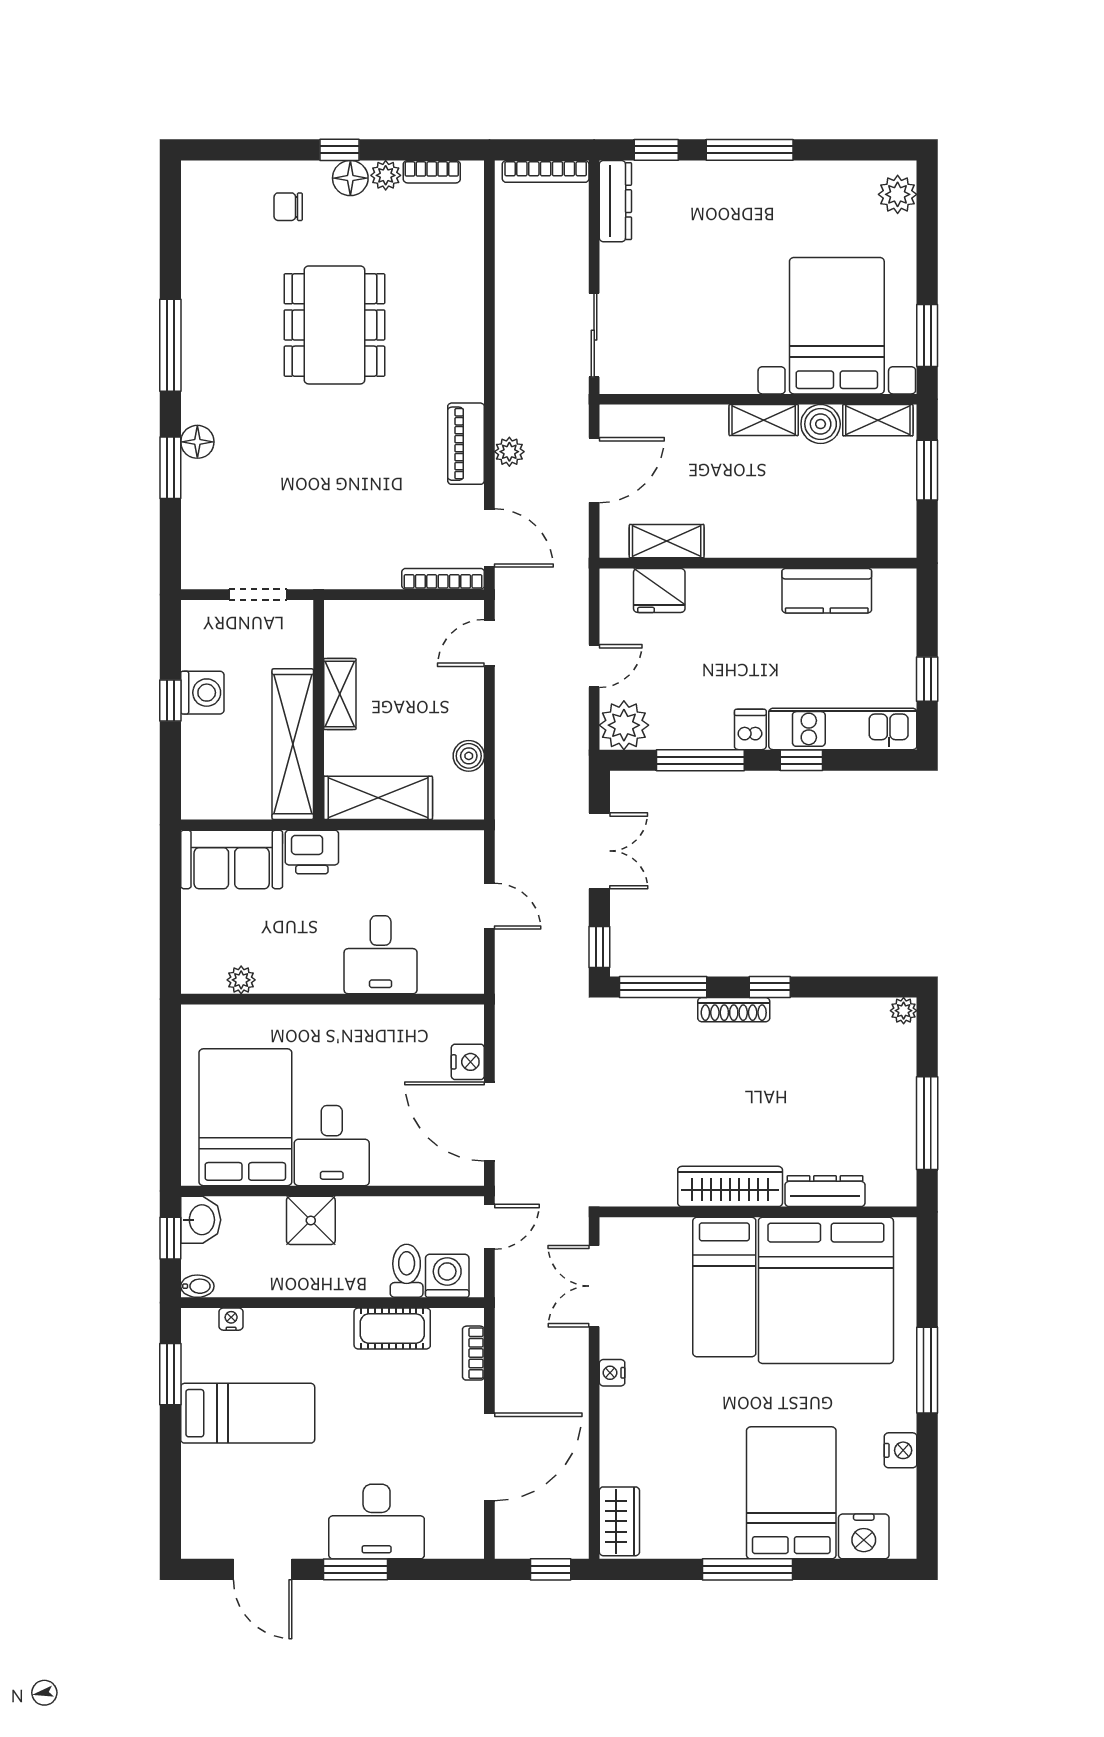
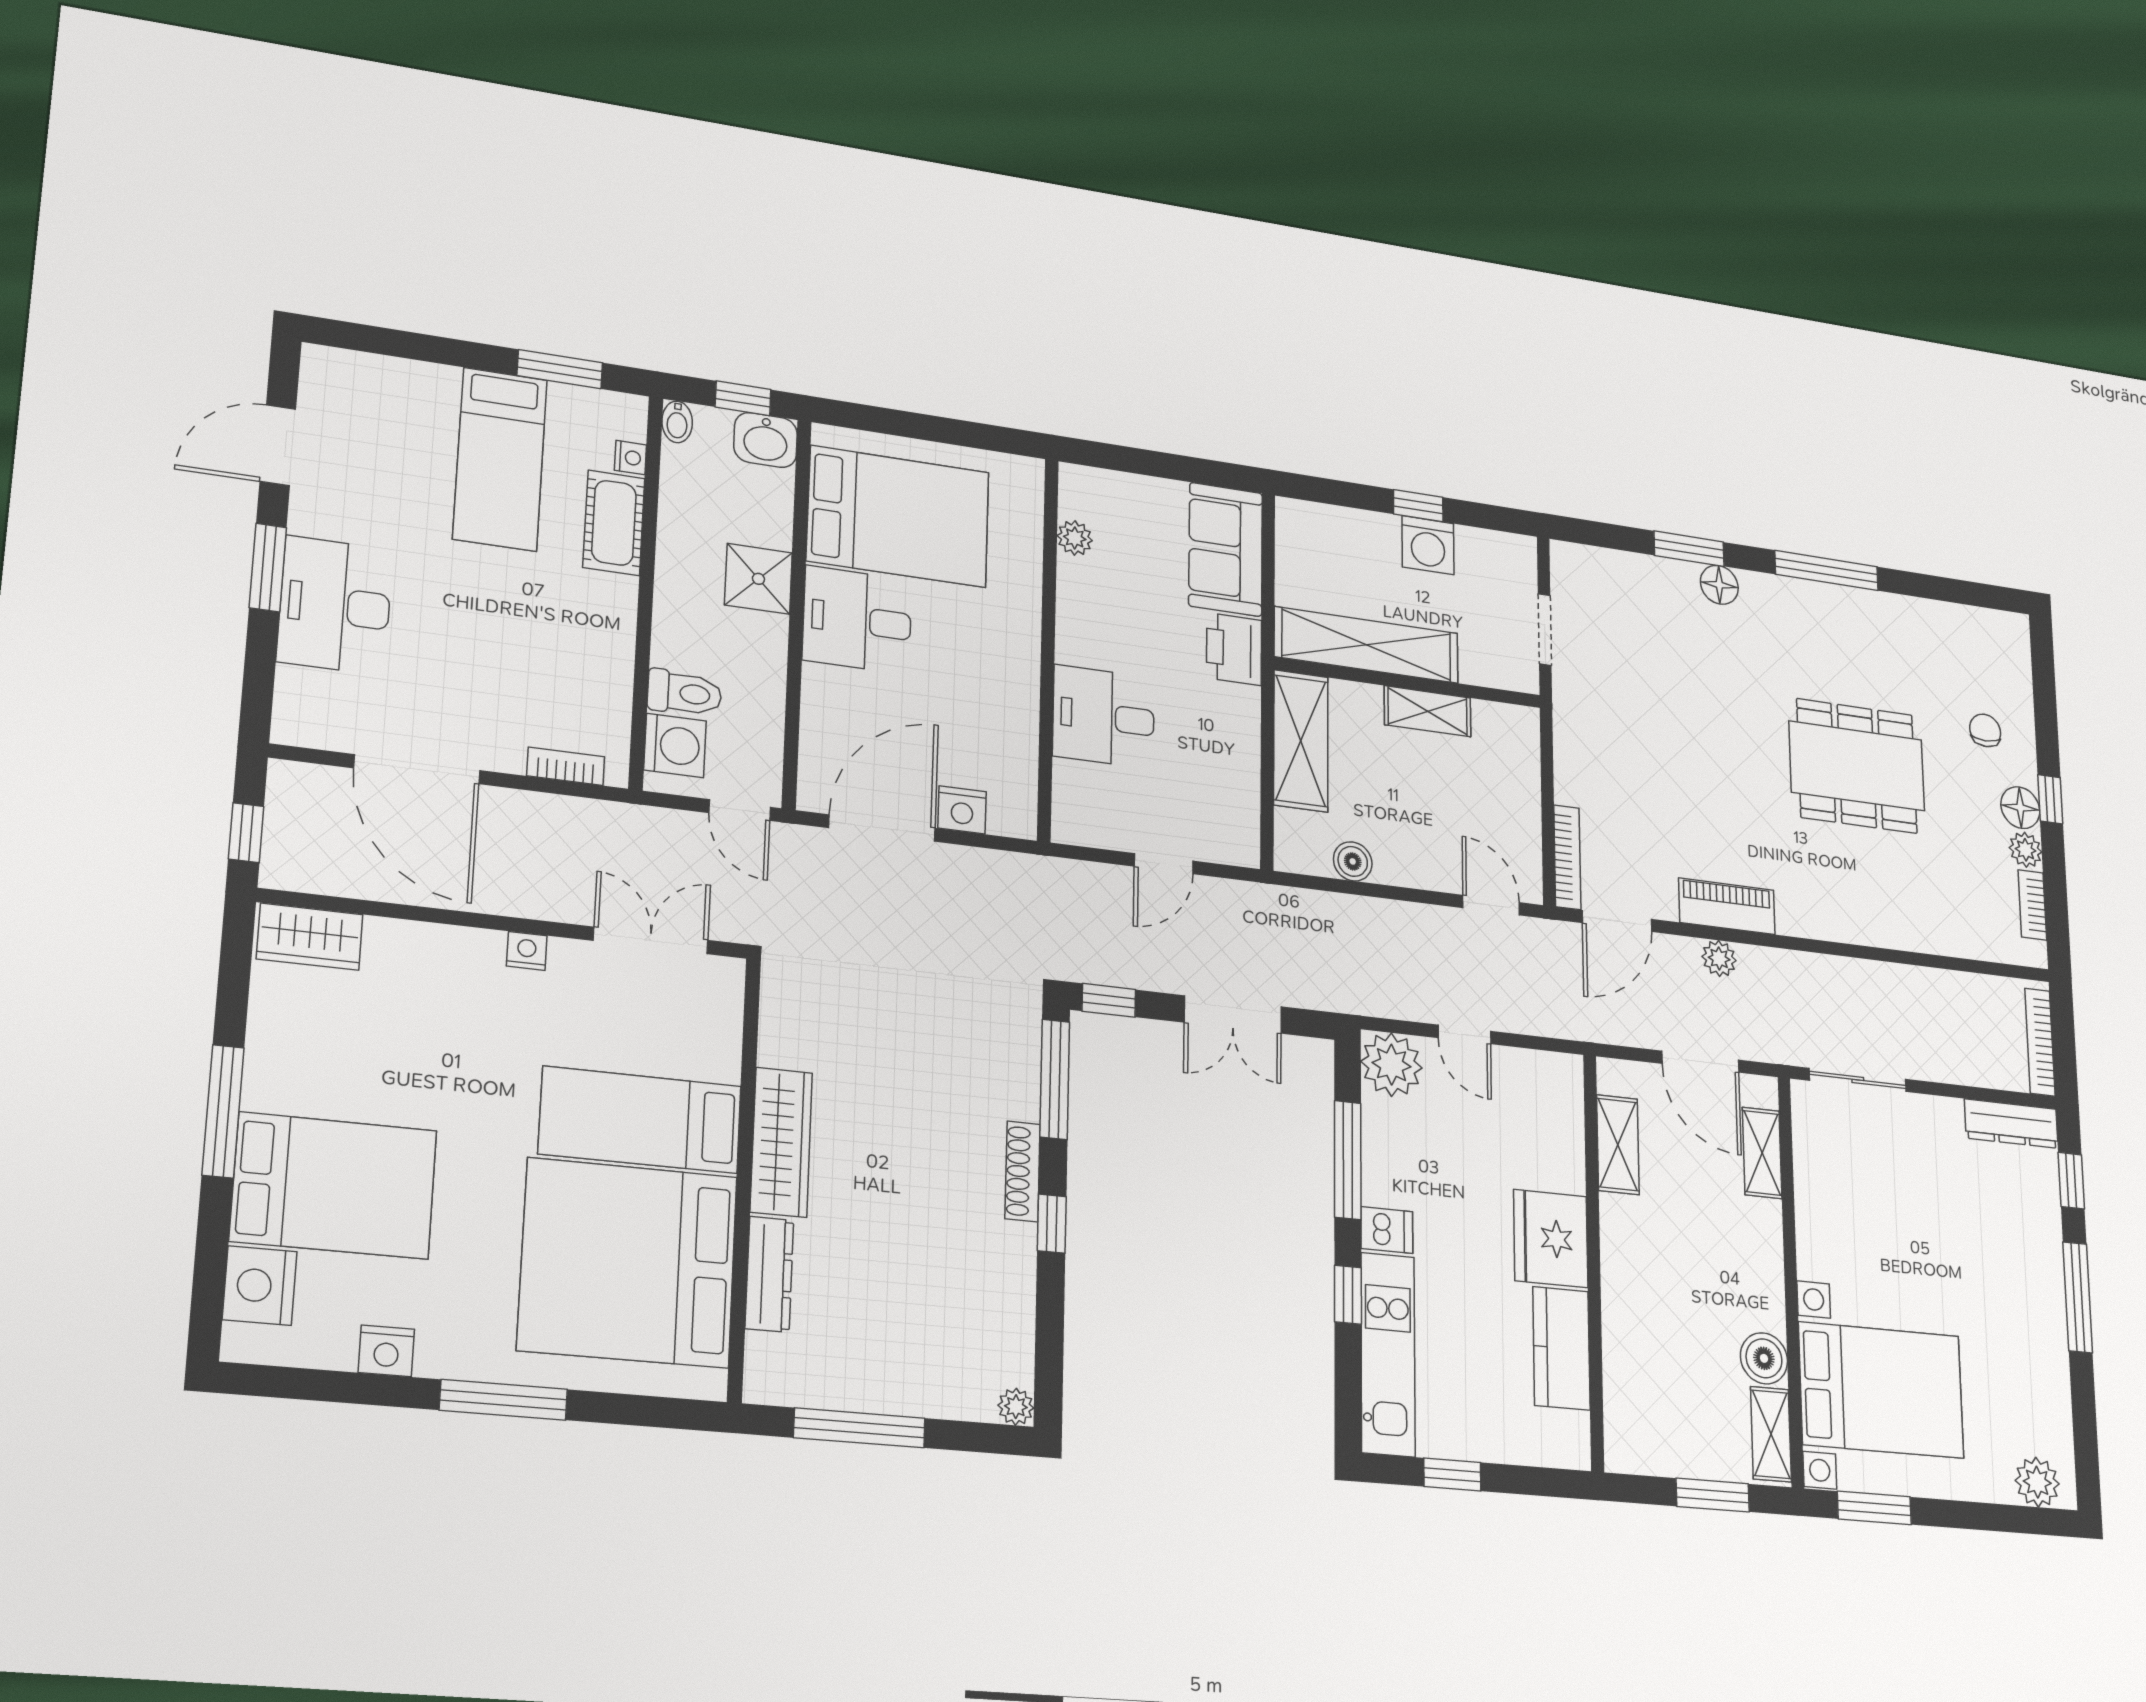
shelving: (764, 420) -> (1762, 1153), moved
fridge: (659, 590) -> (1551, 1238), moved, width x1.36, depth x1.34
cot: (392, 1329) -> (614, 523), moved

